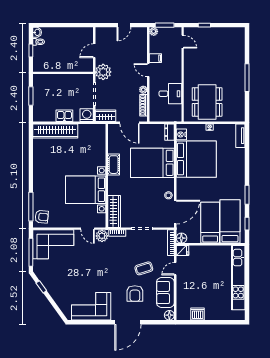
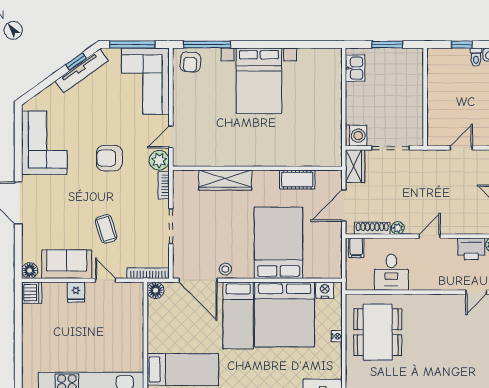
printer: (156, 45) -> (471, 249), added
door: (94, 51) -> (461, 148), hinge flipped
filing cabinet: (155, 58) -> (356, 248), moved
plant: (103, 72) -> (427, 163), removed
dining table: (207, 102) -> (378, 332), turned 90
kitchen sink: (64, 116) -> (355, 68), moved
wardrobe: (55, 131) -> (330, 84), removed
dresser: (170, 132) -> (328, 271), removed
cot: (114, 165) -> (297, 180), moved
bed with nightstands: (86, 190) -> (259, 81), moved, turned 180
wardrobe: (114, 211) -> (225, 180), moved
bed: (210, 223) -> (238, 315), moved, turned 90
fridge: (183, 251) -> (76, 292), moved
tv unit: (47, 283) -> (82, 71), added
armchair: (135, 293) -> (109, 158), moved
dishwasher: (198, 314) -> (32, 293), moved

